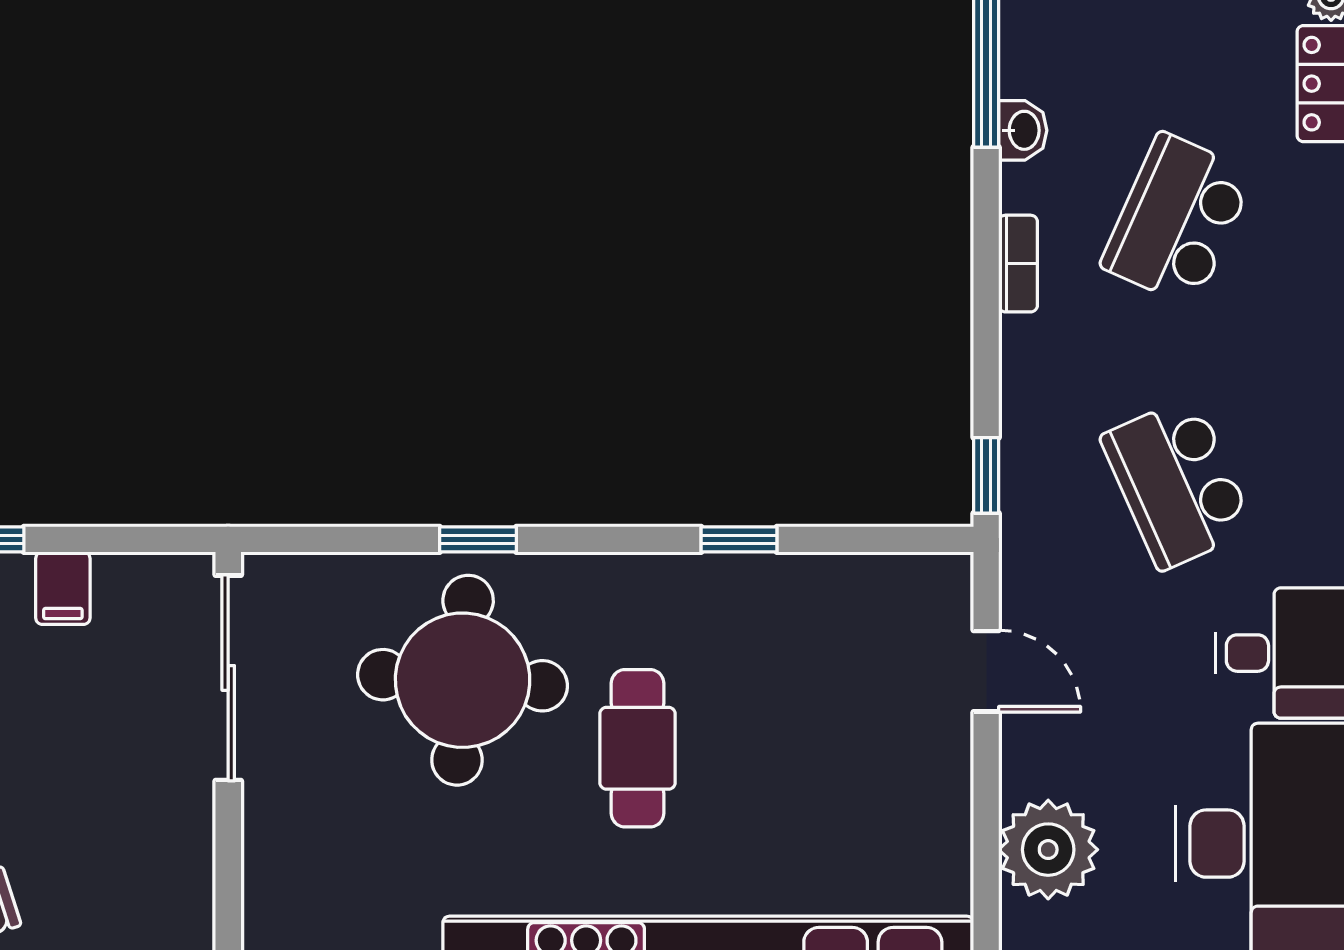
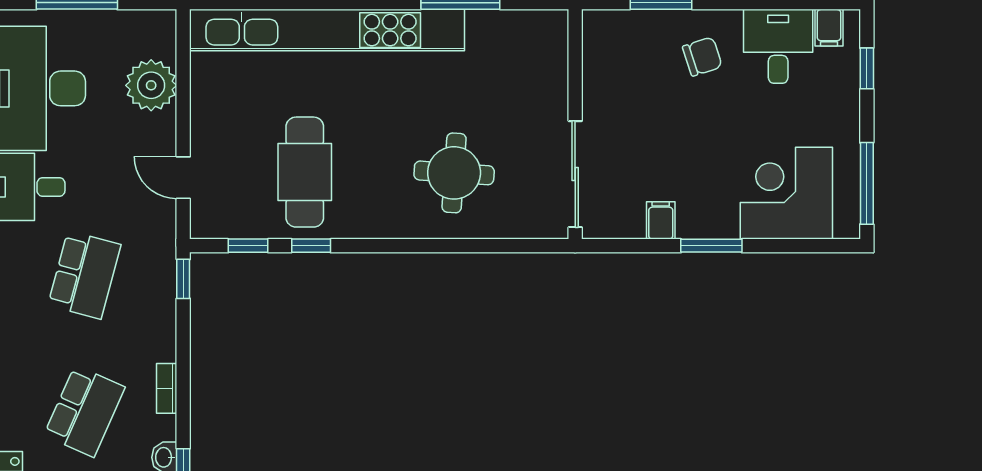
school desk: (1177, 483) -> (84, 275), turned 39
window: (478, 539) -> (248, 246), moved
round table: (463, 680) -> (454, 173), width x0.73, depth x0.73
cafe table: (638, 748) -> (305, 172), moved, width x1.37, depth x1.35

